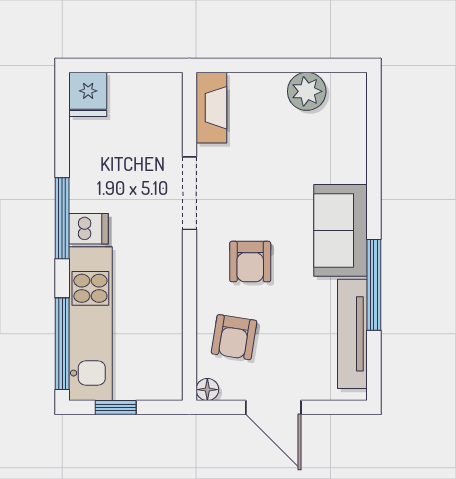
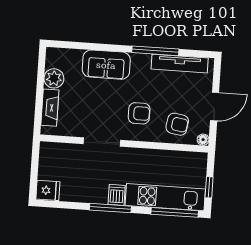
fireplace: (211, 108) -> (50, 108), moved, turned 90
sofa: (341, 230) -> (106, 65), moved

